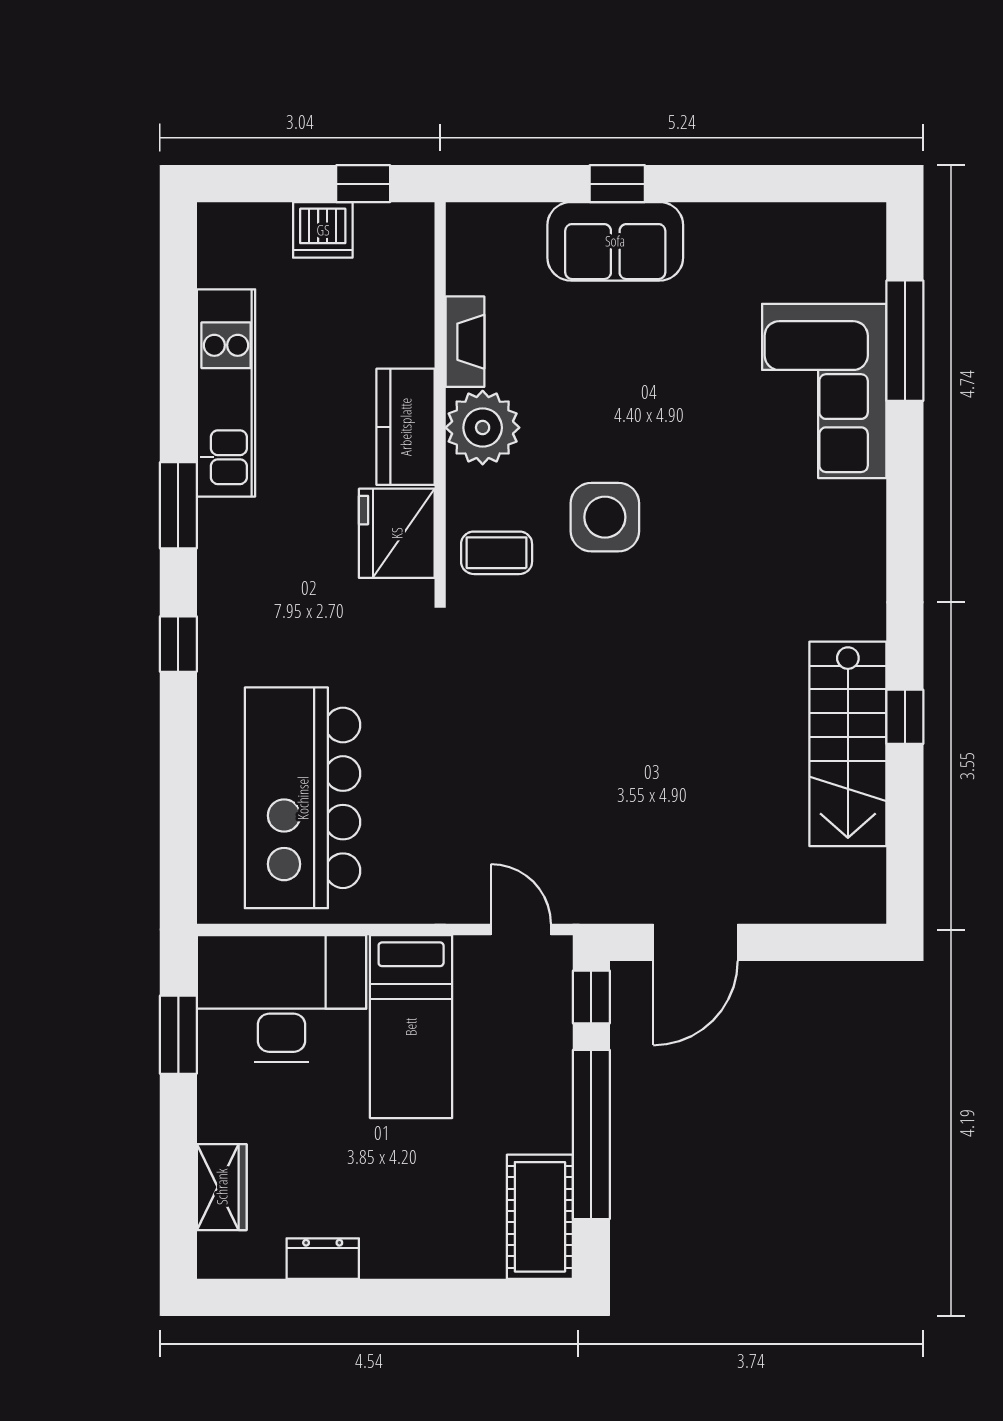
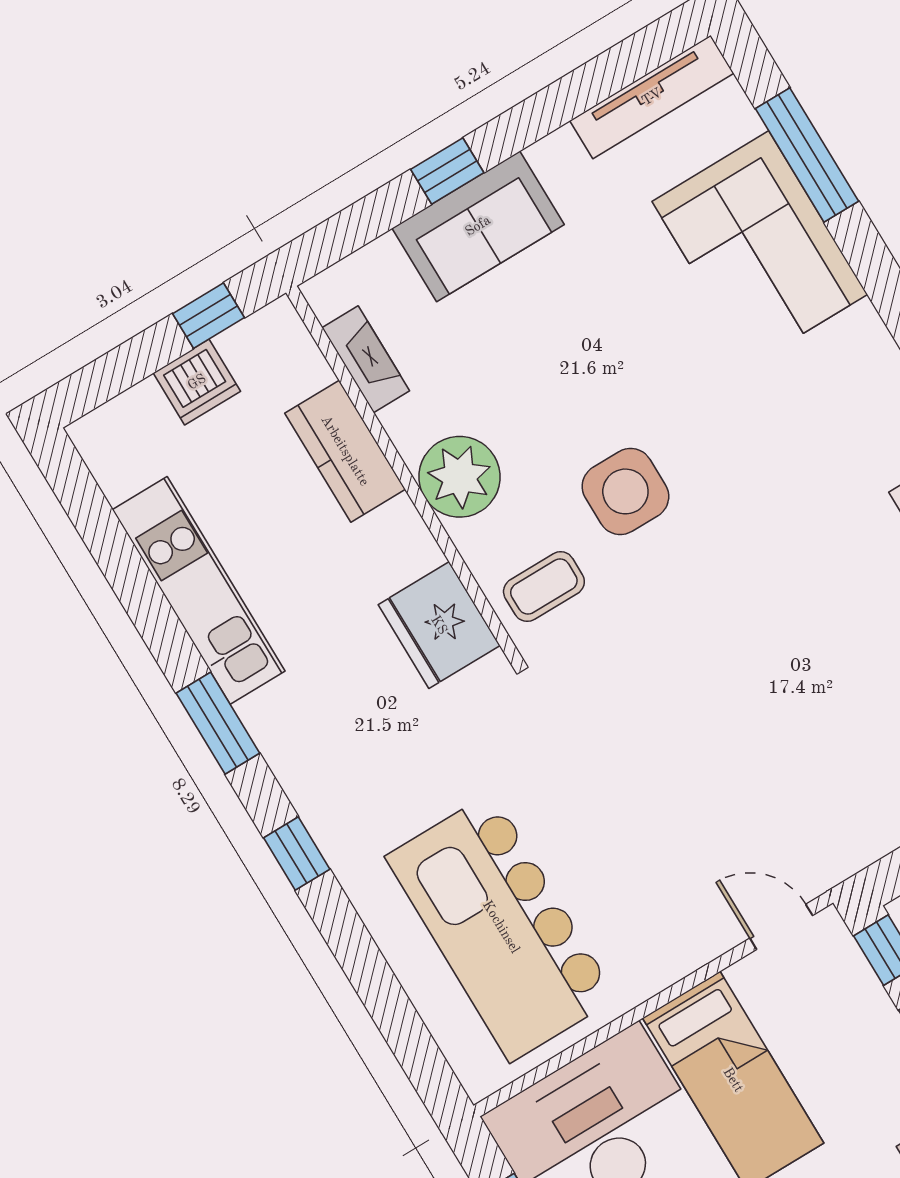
tv unit: (811, 222) -> (652, 97), added
fireplace: (465, 342) -> (366, 359), moved
kitchen counter: (406, 427) -> (345, 451), moved

